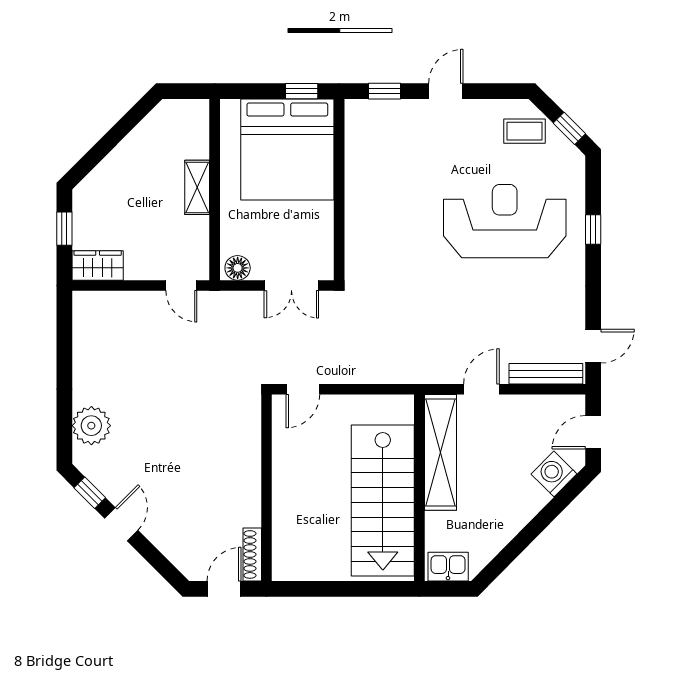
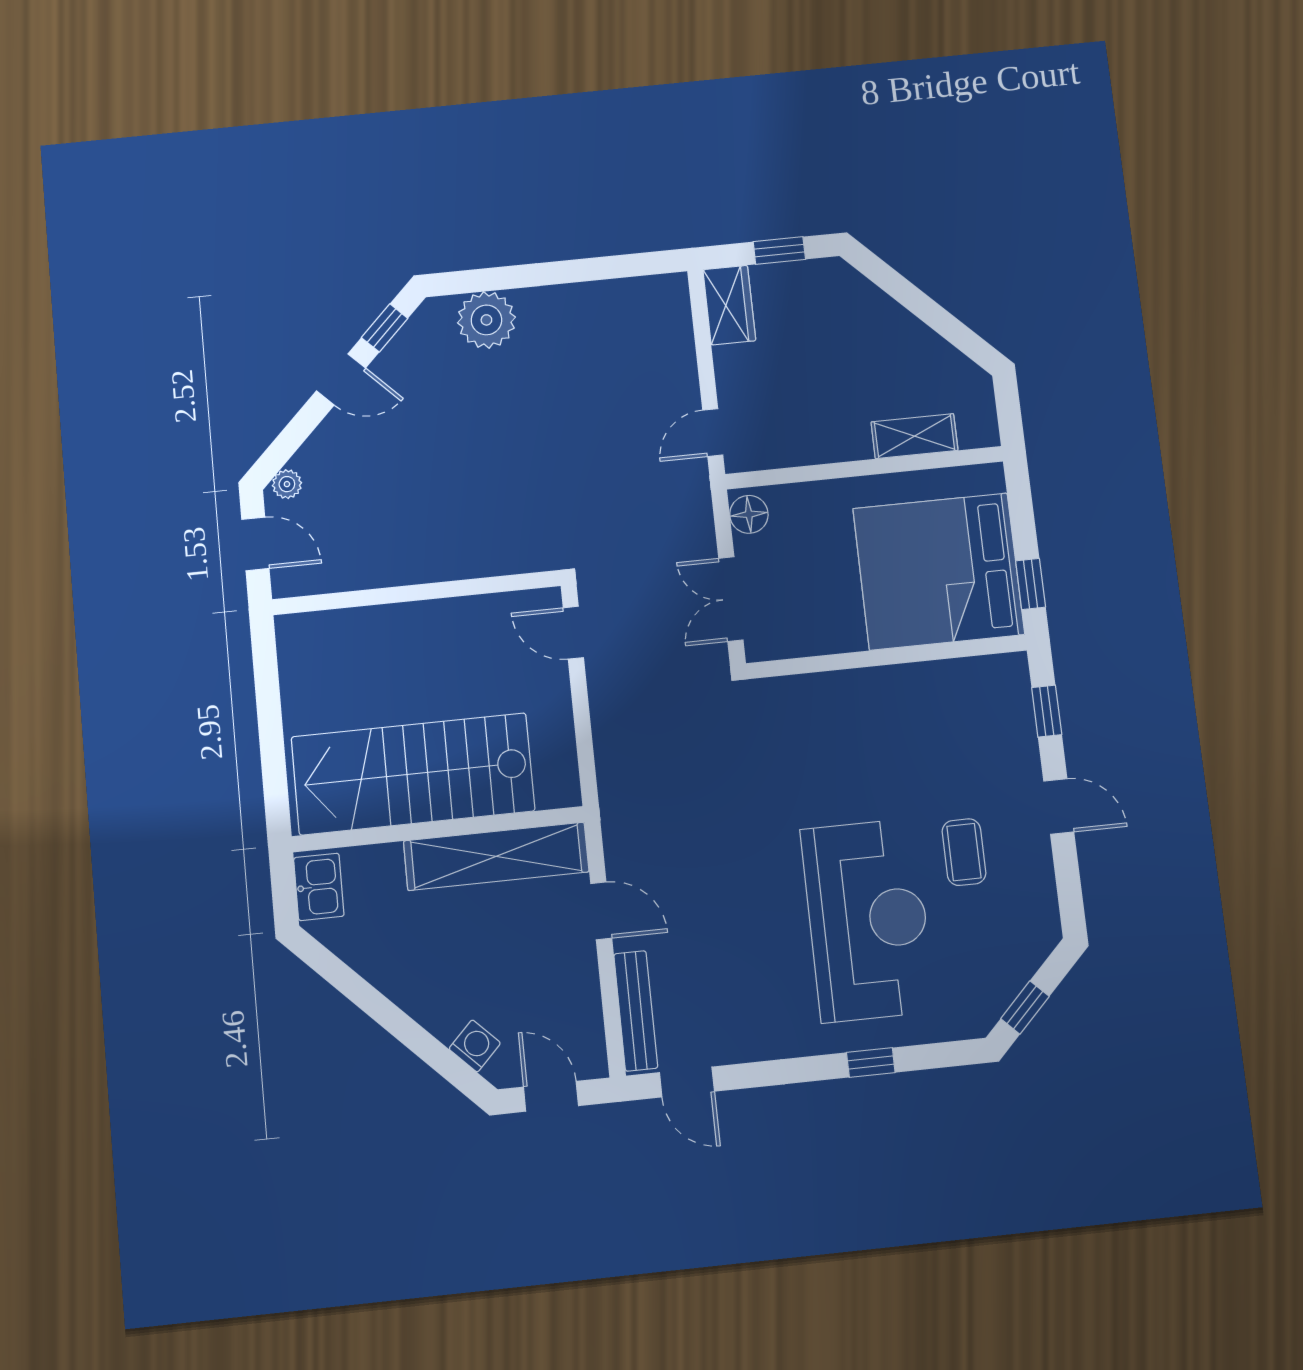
coffee table: (525, 131) -> (964, 852), moved
shelving: (197, 187) -> (915, 436), moved
washing machine: (554, 474) -> (475, 1046), width x0.73, depth x0.73
shoe rack: (252, 554) -> (312, 581), removed
plant: (187, 565) -> (287, 484), added

